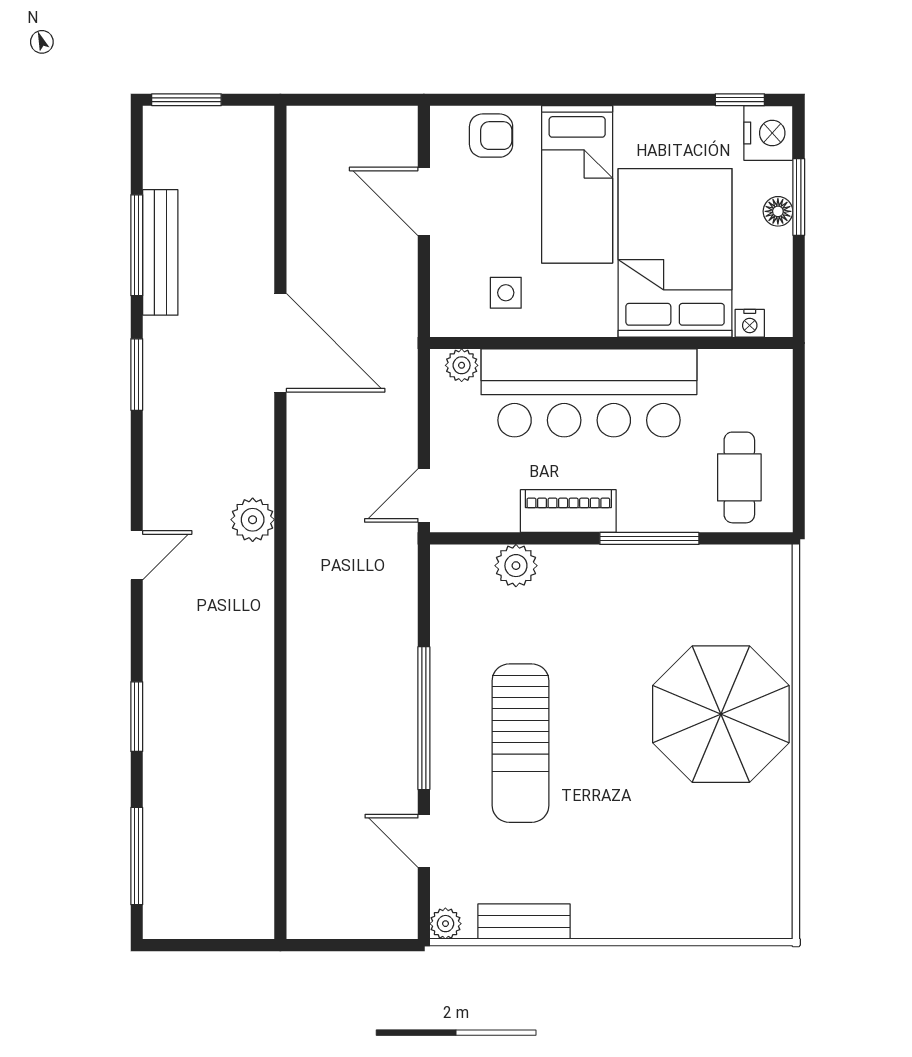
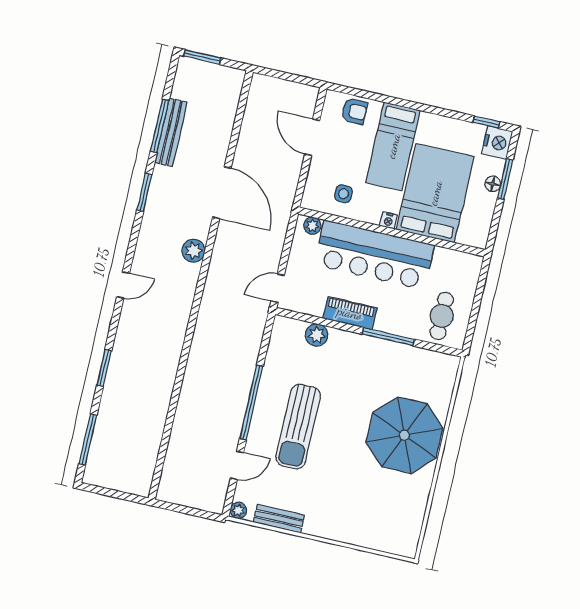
nightstand: (750, 323) -> (388, 220), moved
plant: (253, 520) -> (194, 251), moved
door: (424, 841) -> (237, 465), swing flipped

